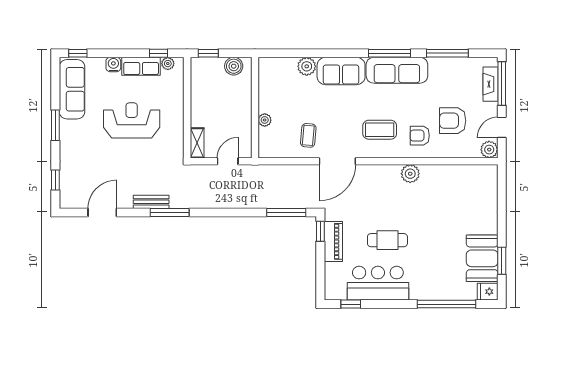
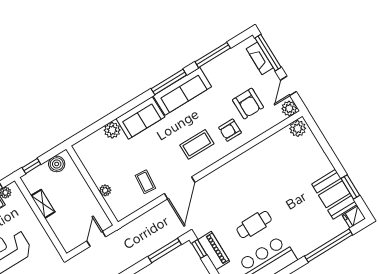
armchair: (453, 121) -> (248, 104), turned -90
shelving: (197, 143) -> (43, 204), moved
plant: (410, 174) -> (298, 128), moved

